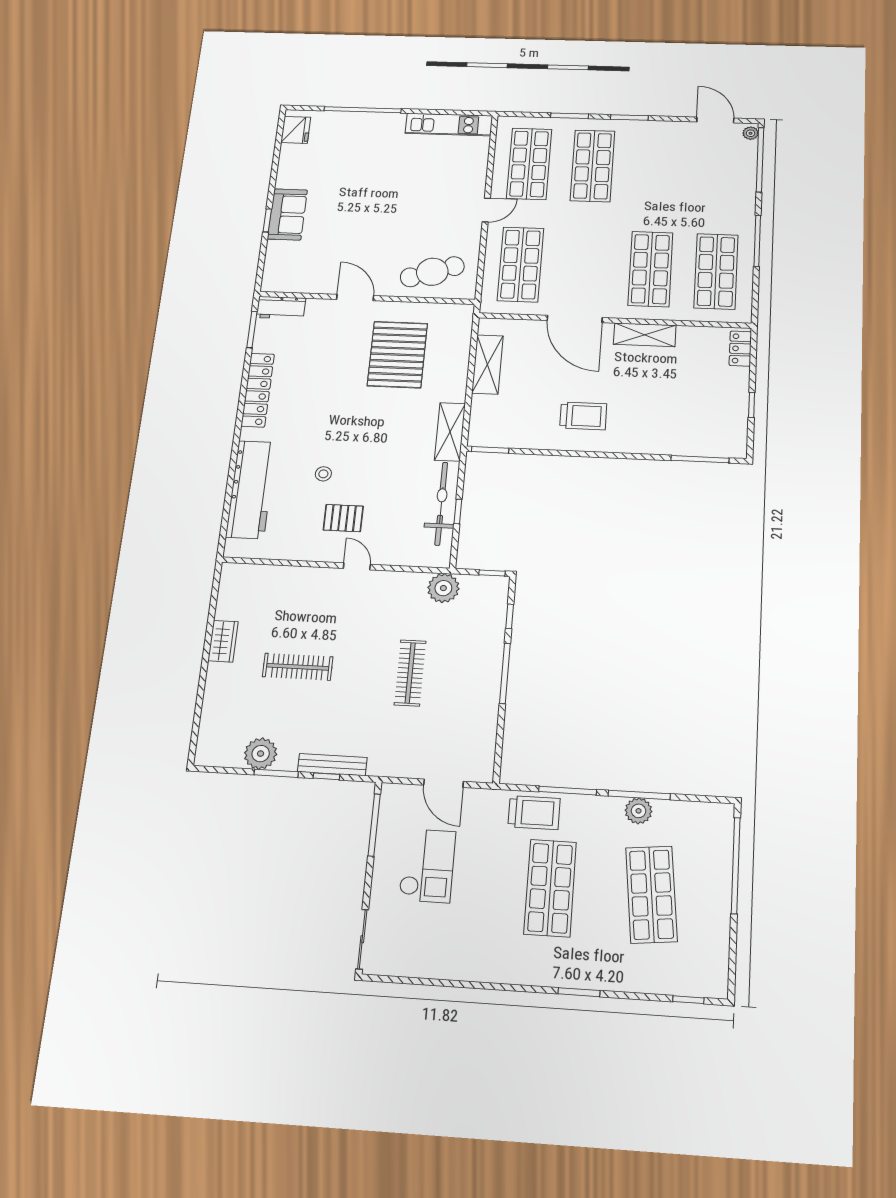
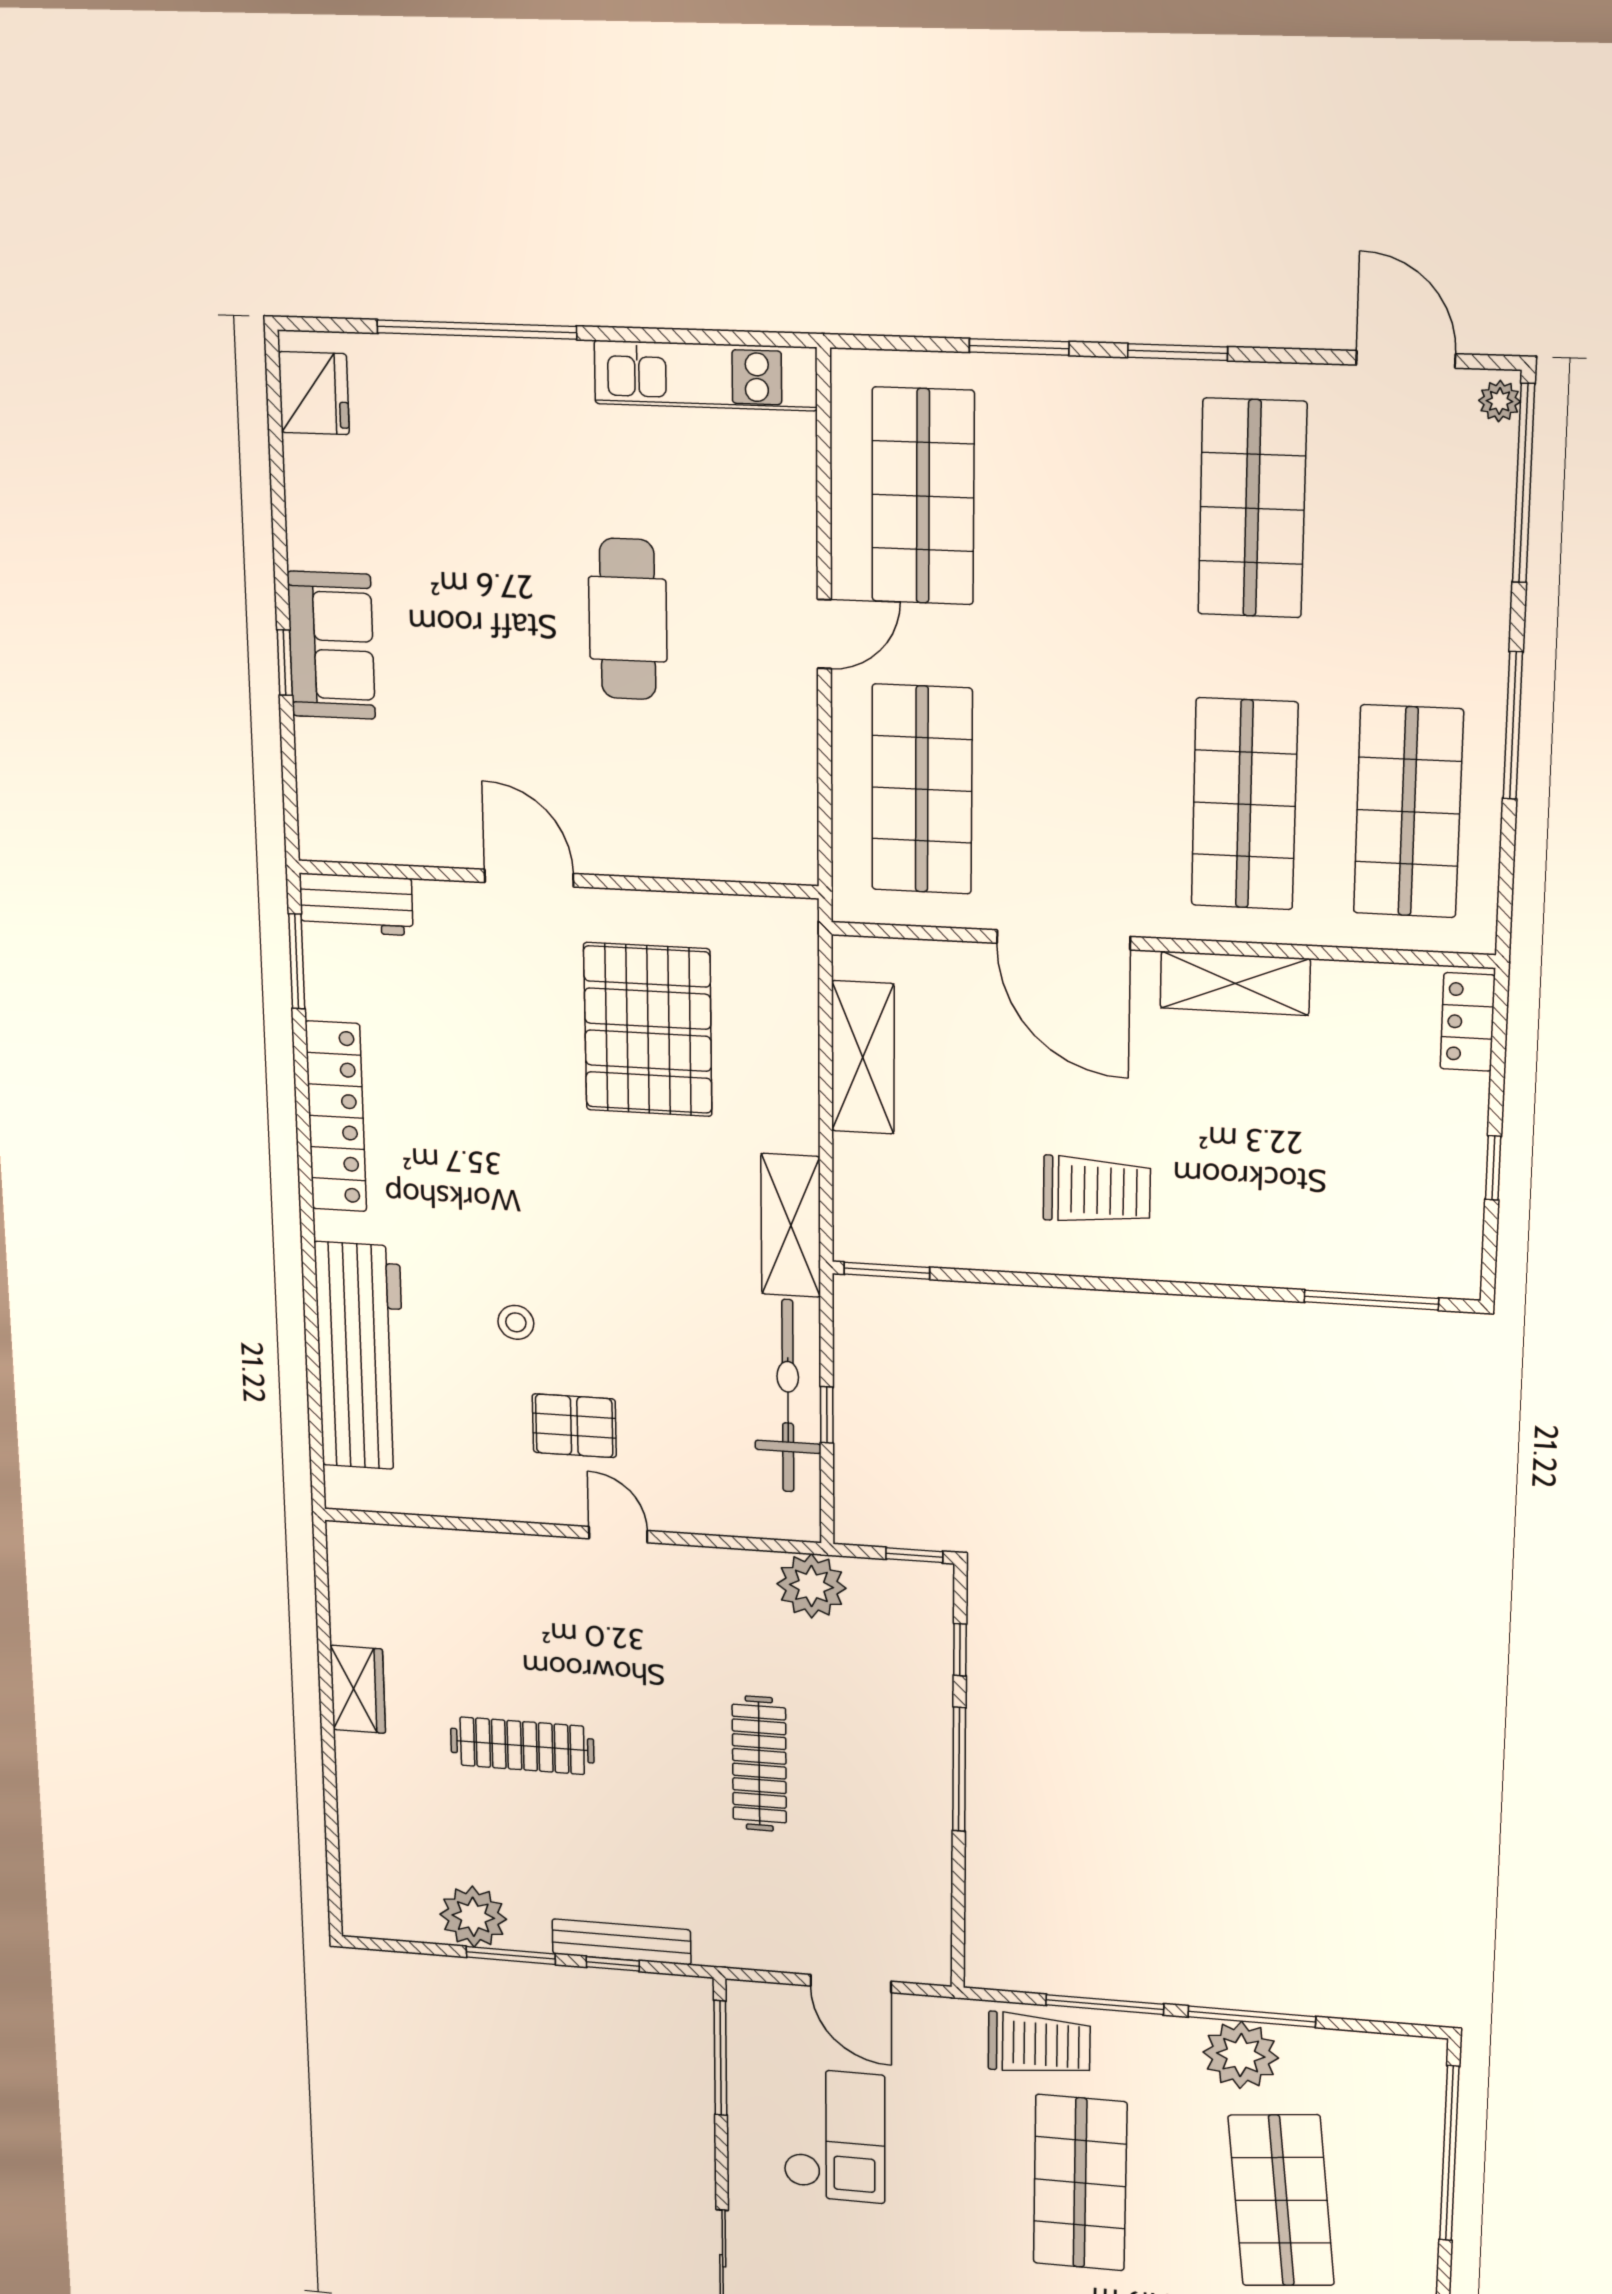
shop shelf: (592, 166) -> (1252, 508), moved
cafe table: (432, 272) -> (628, 619), moved, turned -71
plant: (639, 811) -> (1241, 2055), width x1.36, depth x1.36

